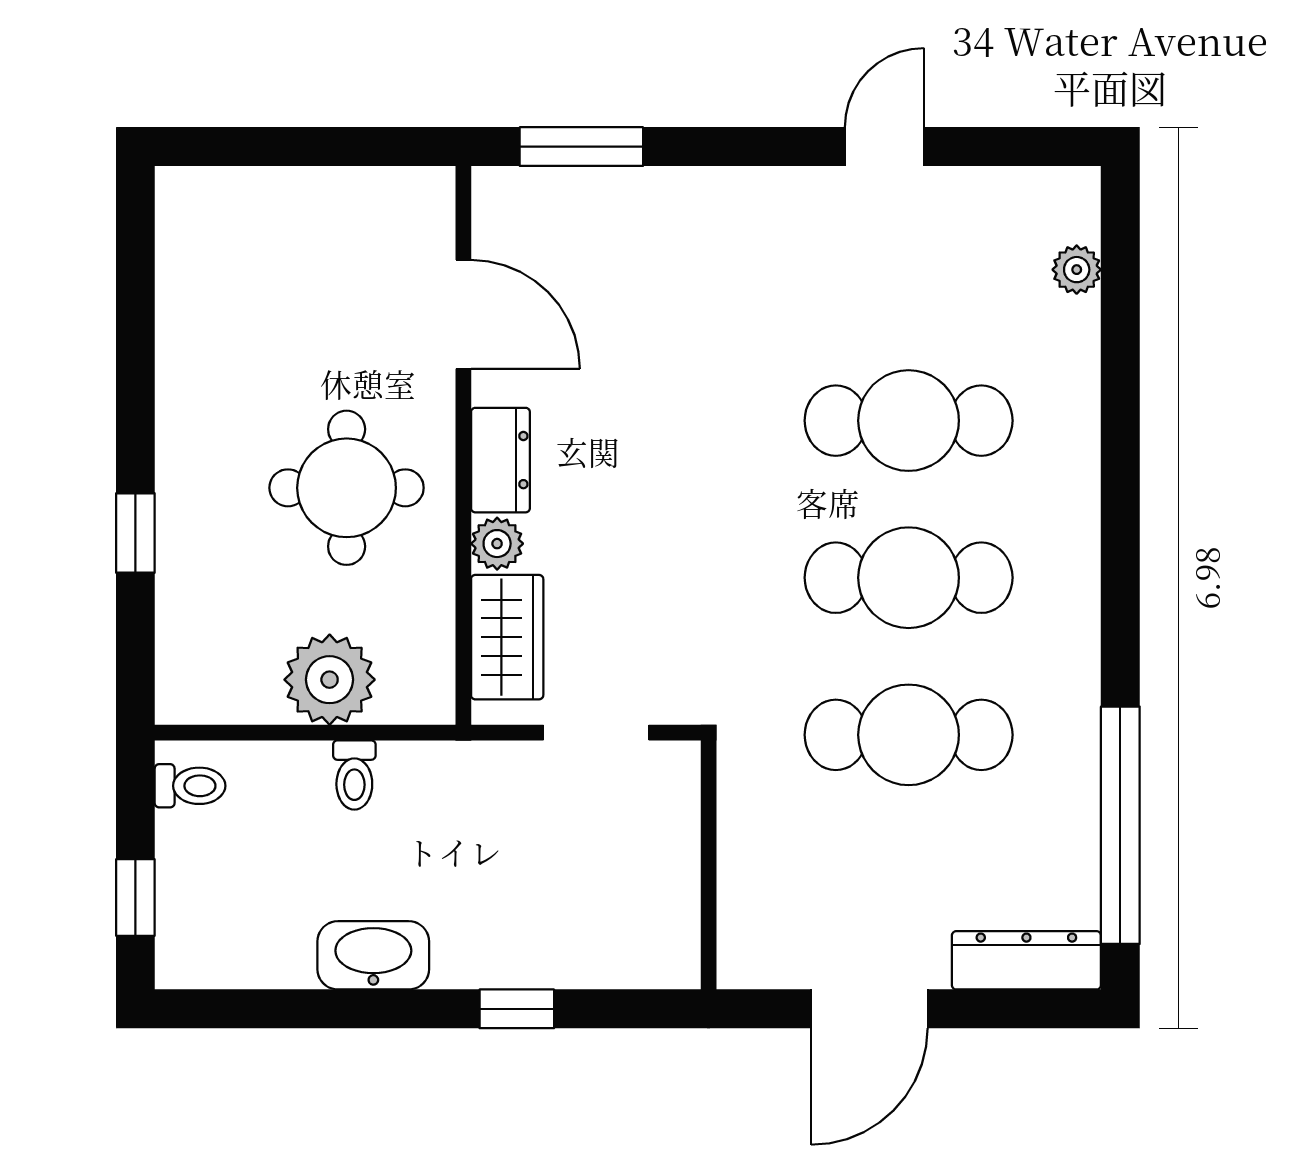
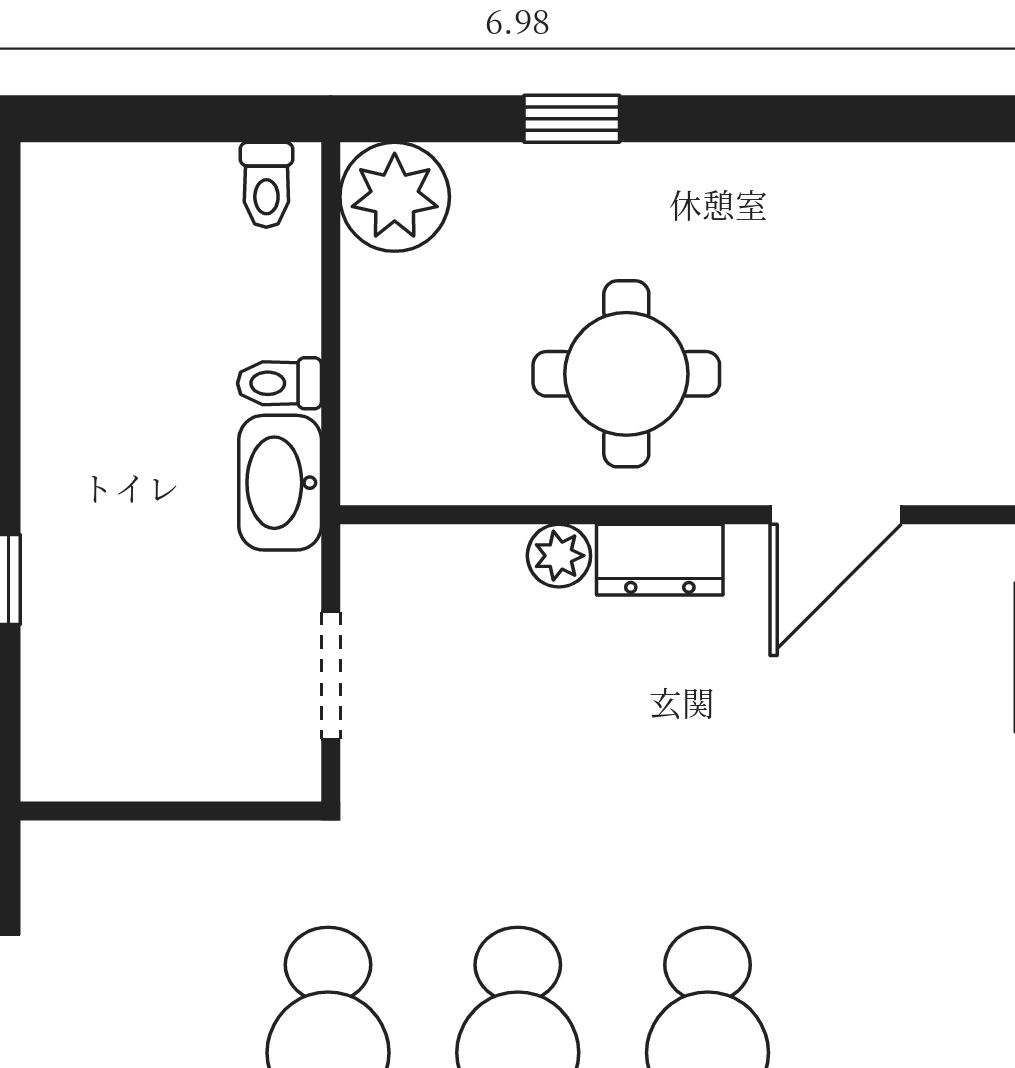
wardrobe: (507, 637) -> (446, 568), removed
plant: (330, 680) -> (395, 197), moved
window: (135, 898) -> (132, 119), removed
washbasin: (373, 955) -> (280, 483), moved, turned 180

